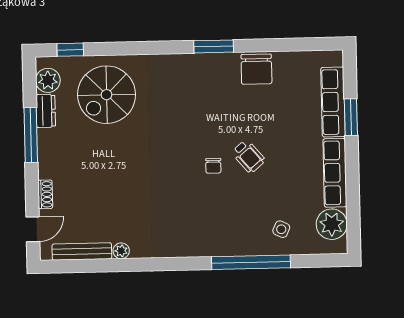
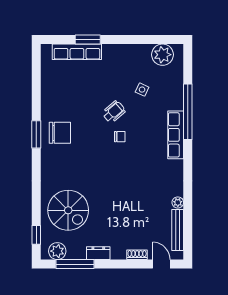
chair: (256, 69) -> (60, 133), moved
dresser: (46, 111) -> (98, 253), moved
window: (31, 135) -> (75, 264), moved
row of seats: (335, 173) -> (176, 135), moved, turned 90
side table: (281, 229) -> (142, 90), moved

